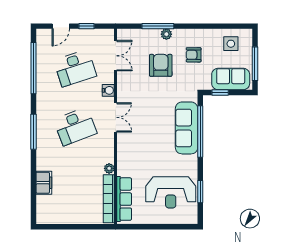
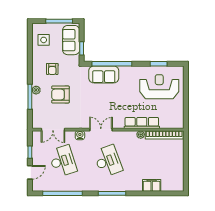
door: (61, 26) -> (30, 172), hinge flipped
double door: (116, 56) -> (53, 130), swing flipped
sofa: (187, 128) -> (104, 74), width x0.73
reception desk: (171, 192) -> (159, 87), turned -90
row of seats: (124, 199) -> (142, 123), moved

